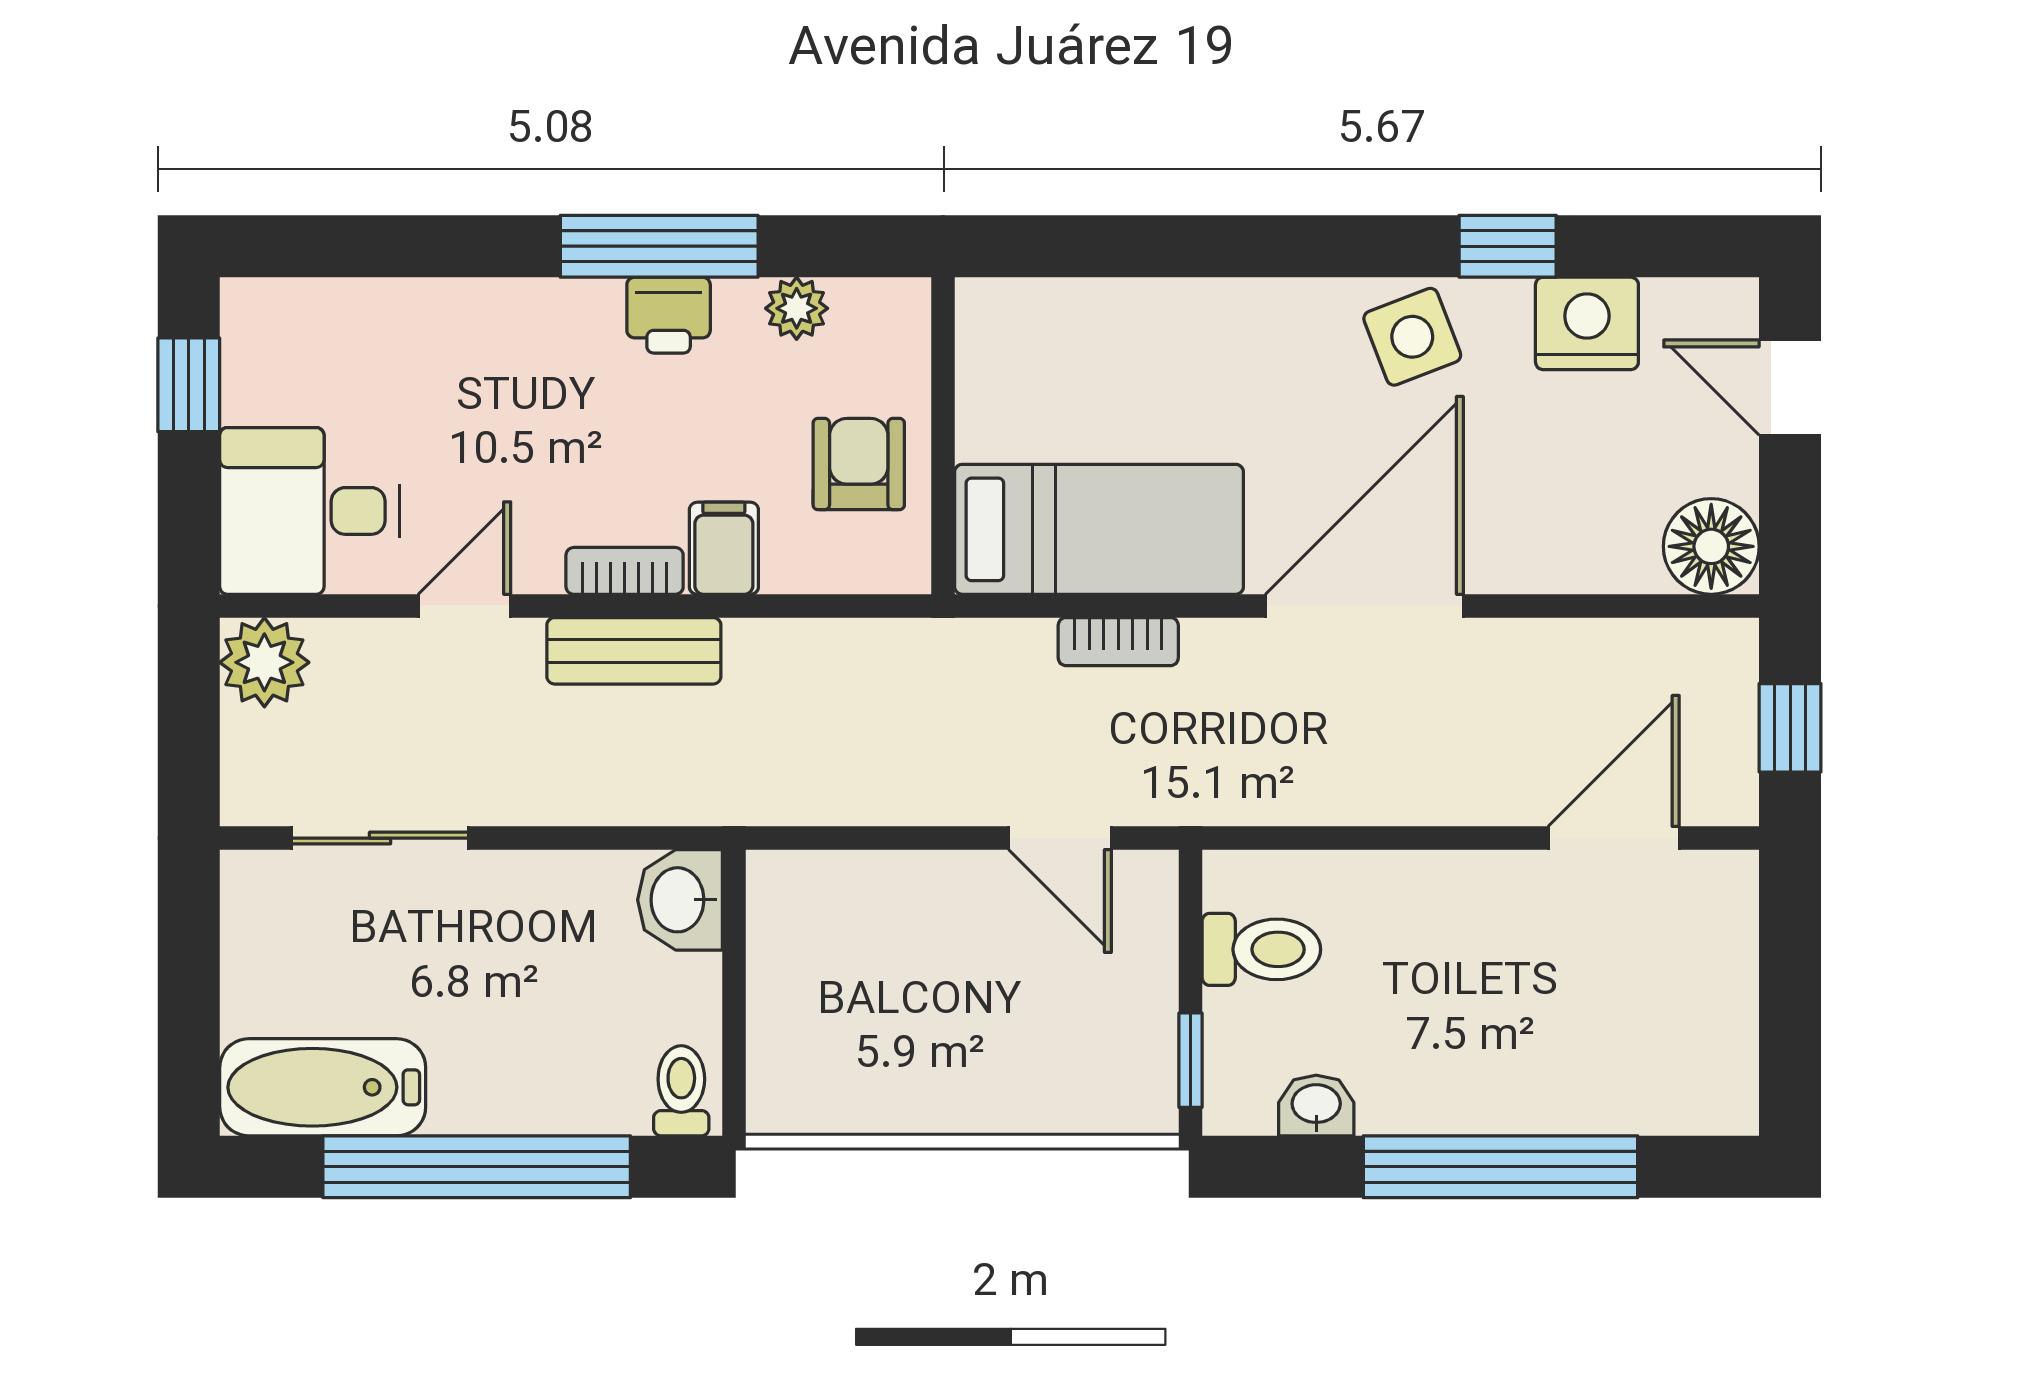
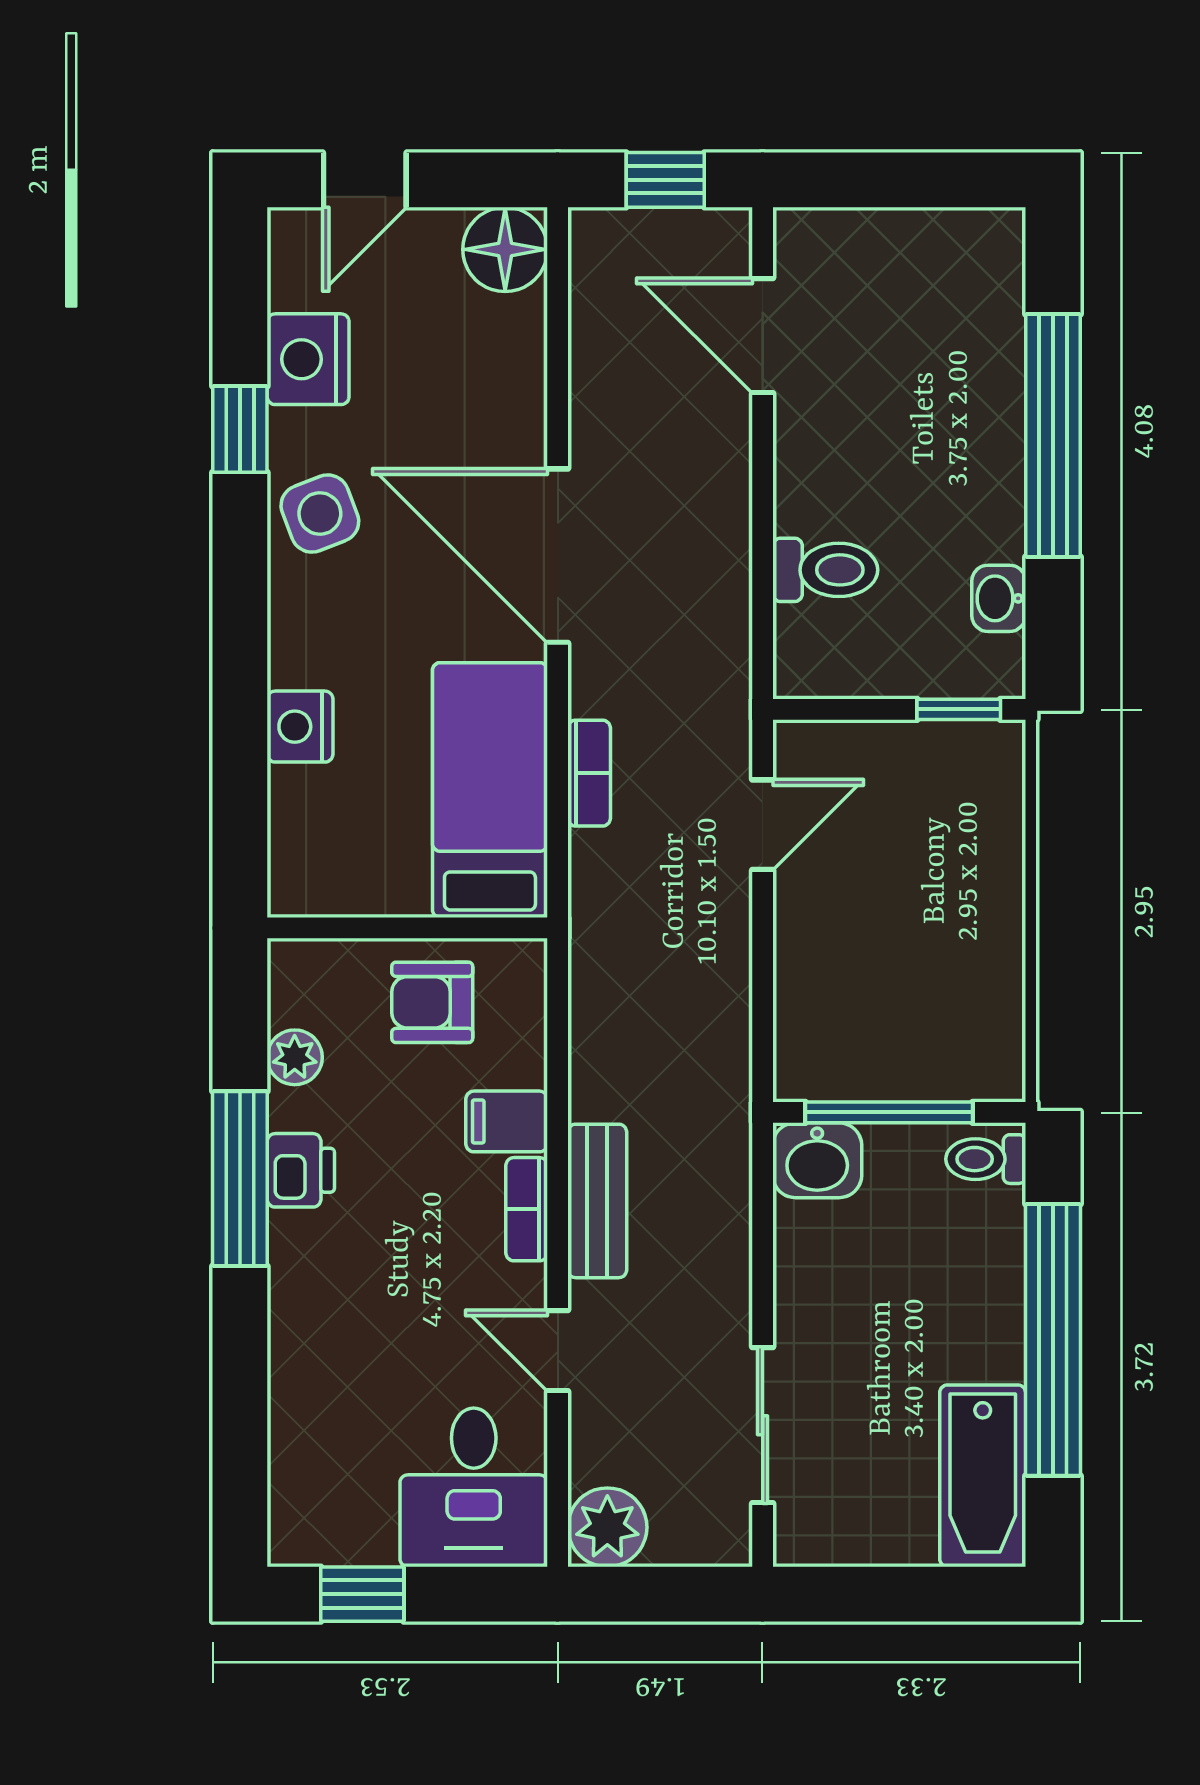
nightstand: (1171, 314) -> (300, 727), added
toilet: (1261, 949) -> (825, 570), moved, turned 90
window: (734, 981) -> (889, 1112), added

